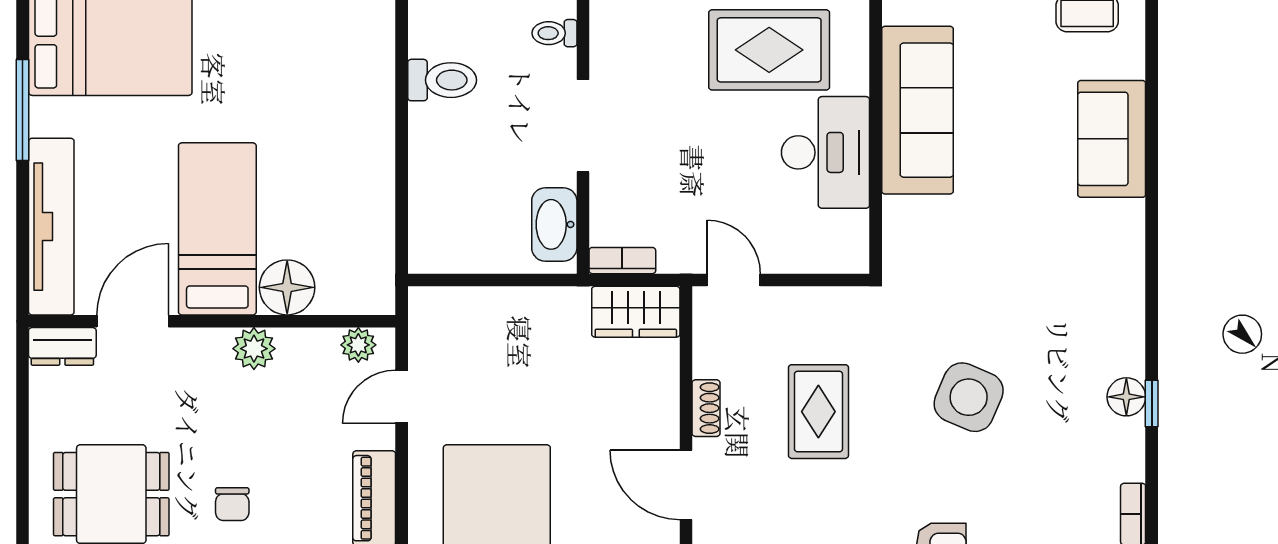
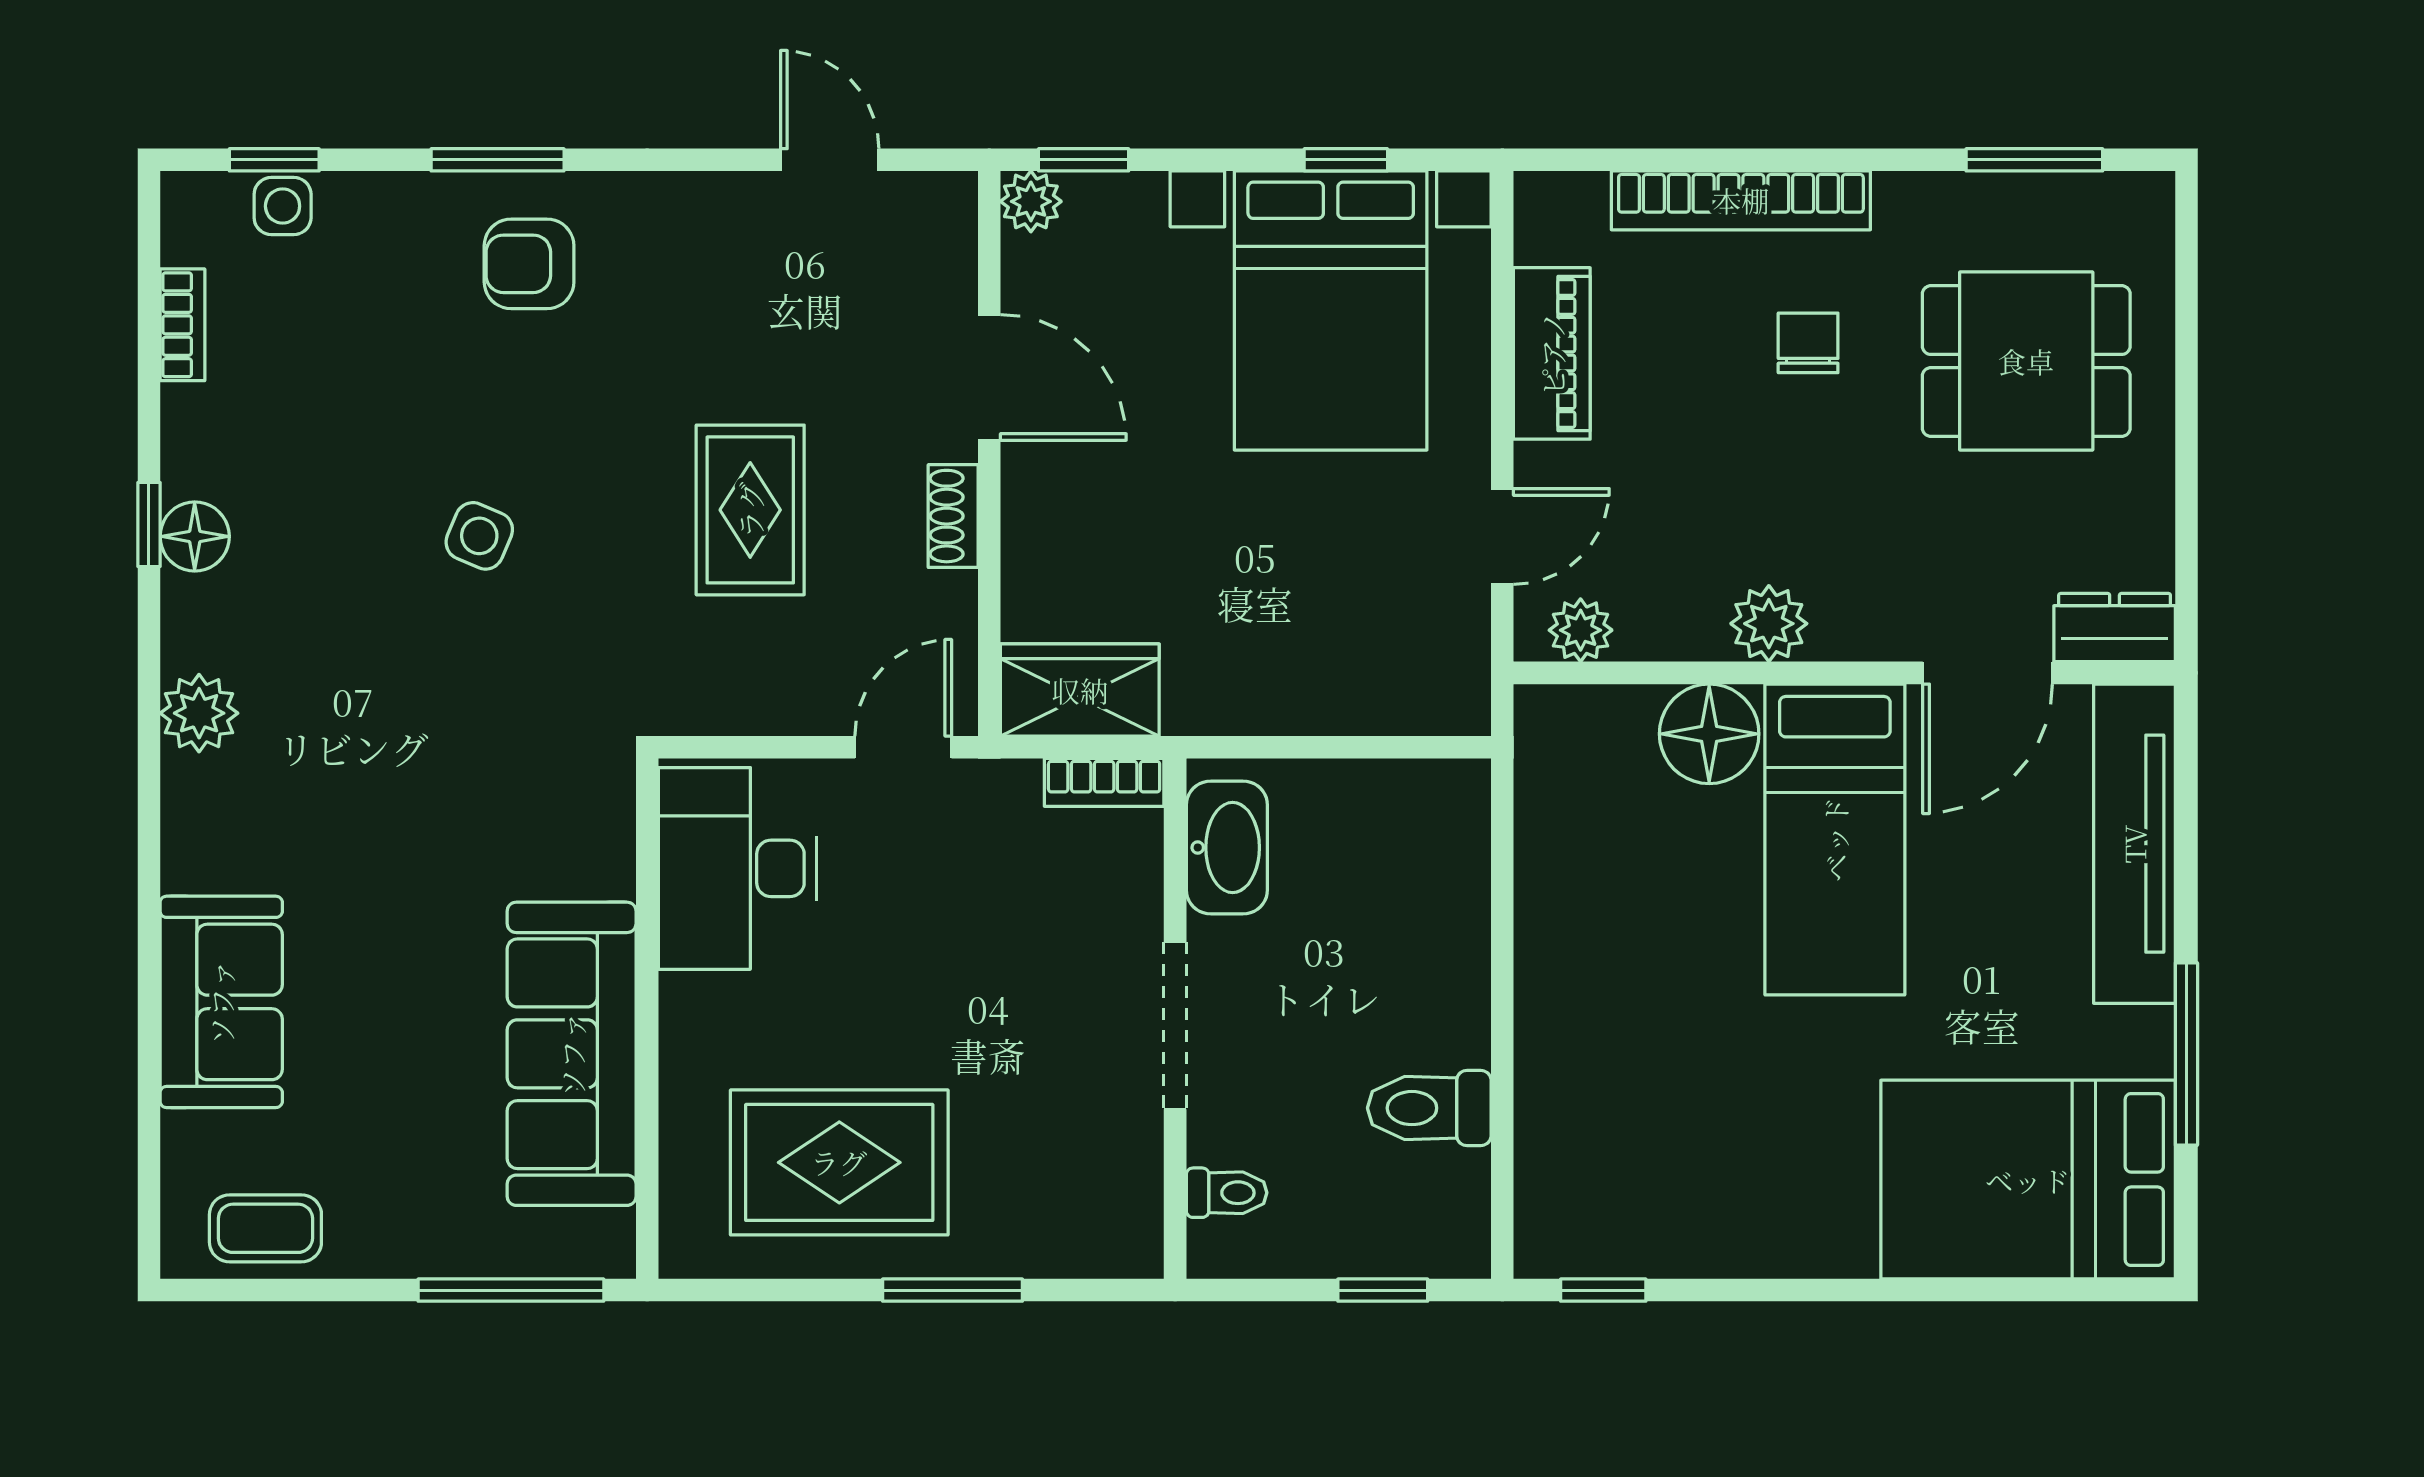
desk: (825, 152) -> (738, 868), moved
door: (734, 280) -> (903, 747), swing flipped
plant: (1124, 299) -> (199, 713), added
side table: (969, 397) -> (479, 536), width x0.54, depth x0.54

